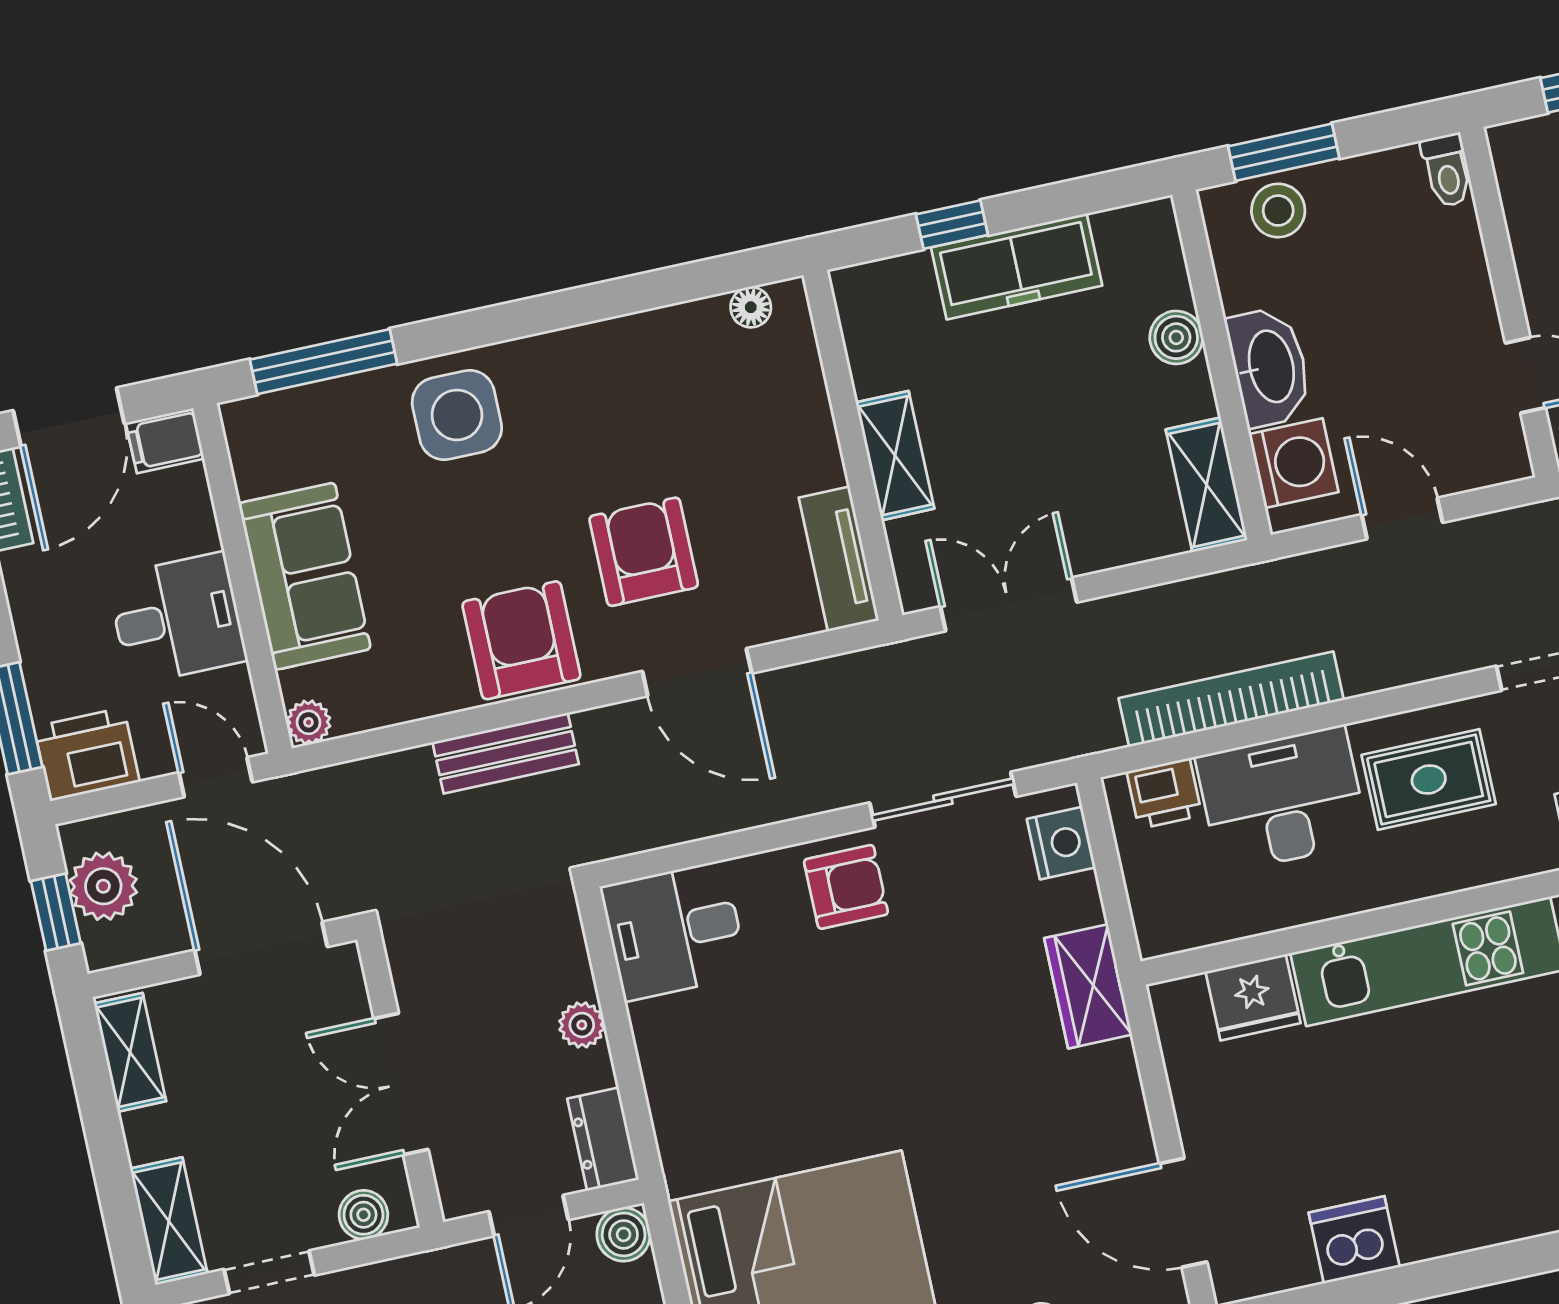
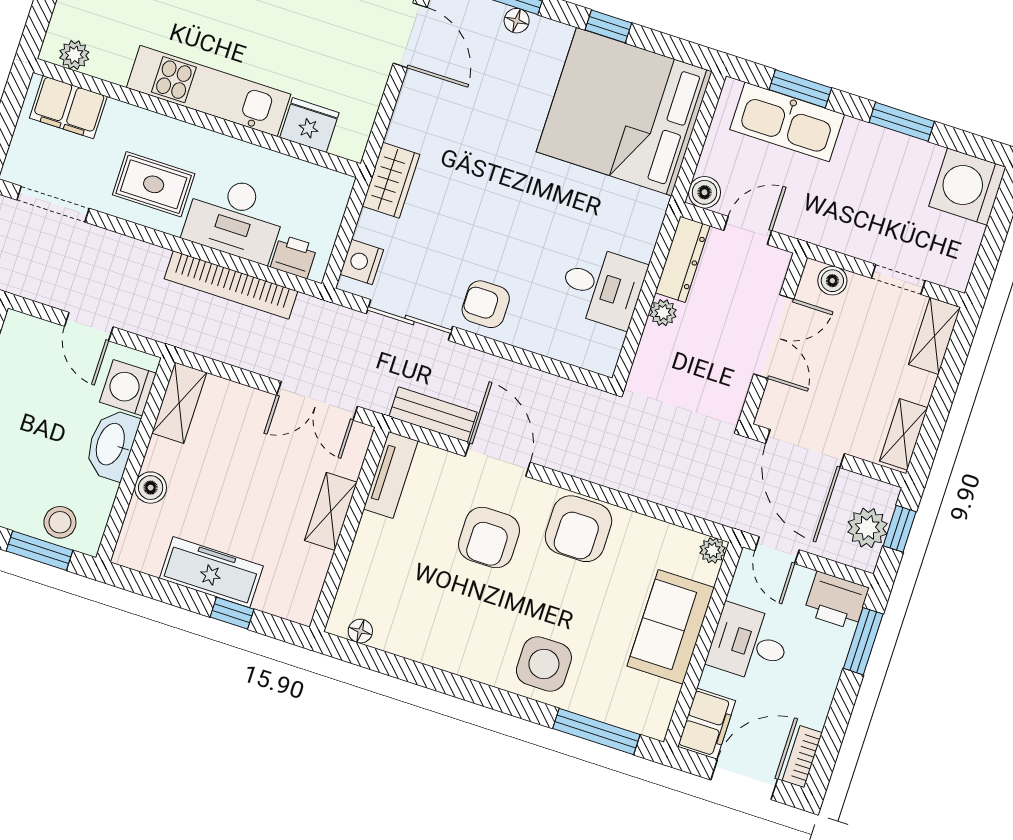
filing cabinet: (165, 441) -> (707, 724), width x2.00
bench: (506, 753) -> (433, 414), moved
desk: (674, 931) -> (602, 287), moved
dresser: (603, 1139) -> (683, 259), width x1.44

